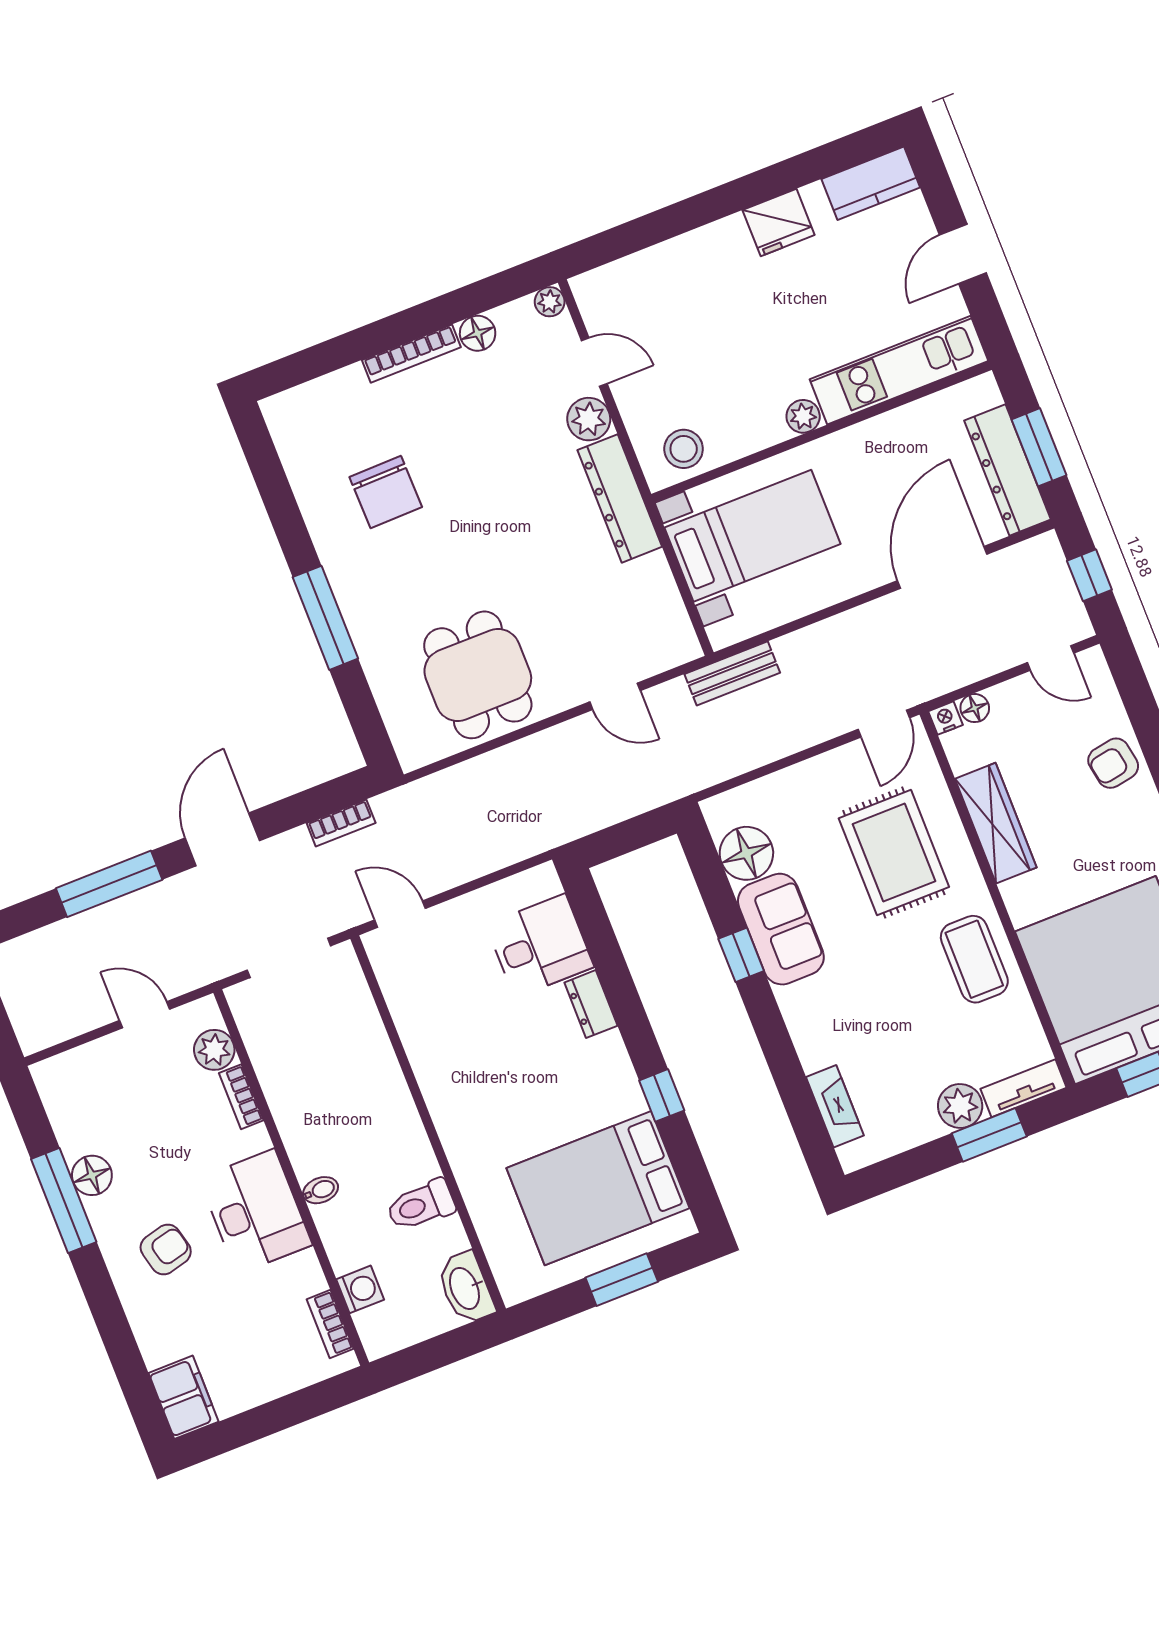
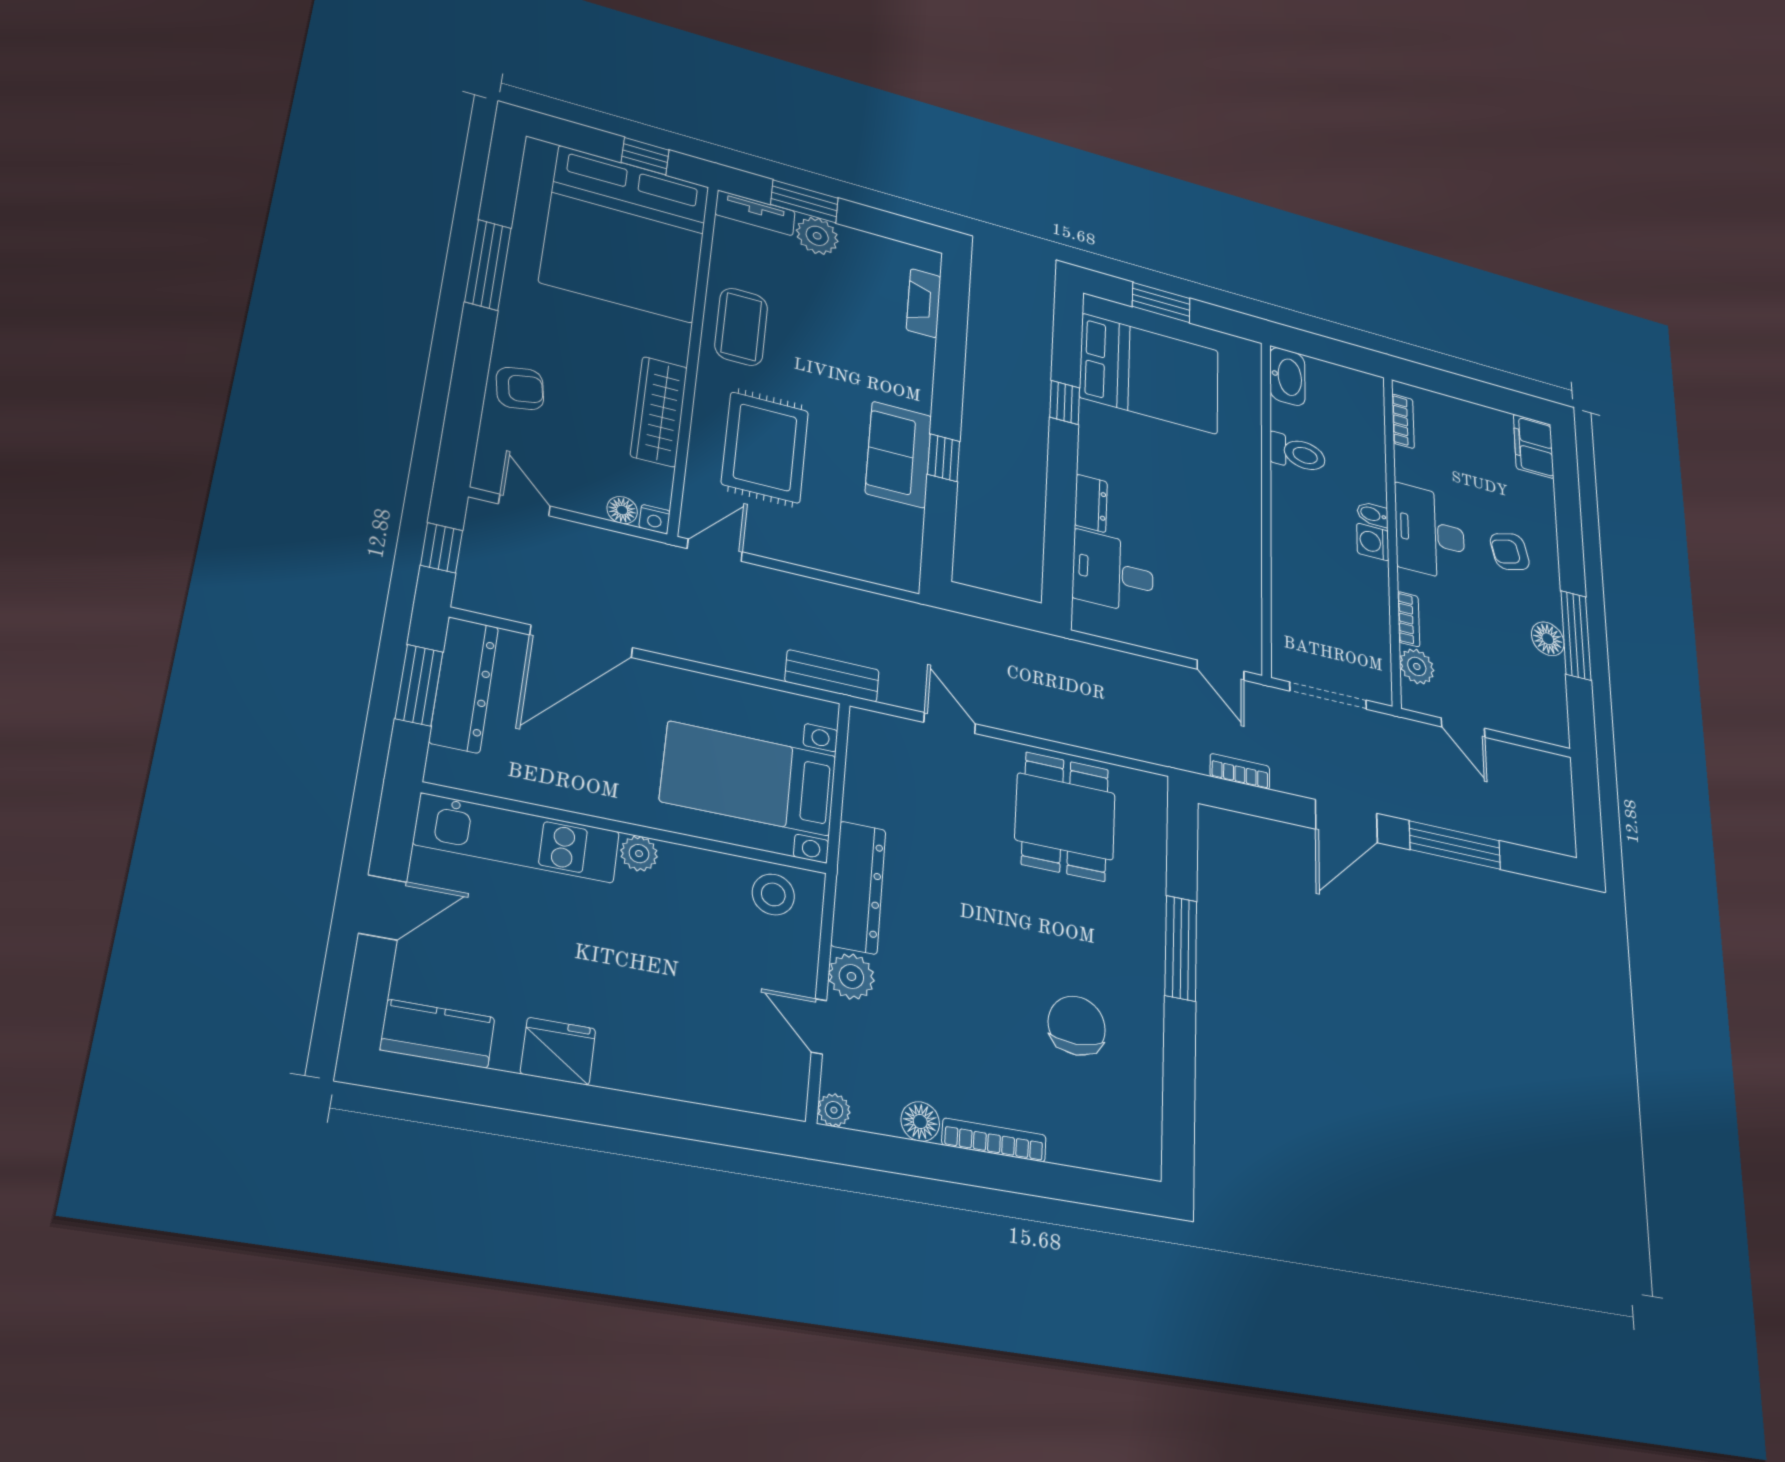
floor lamp: (746, 853) -> (897, 529), removed
washing machine: (360, 1289) -> (1373, 542), moved

